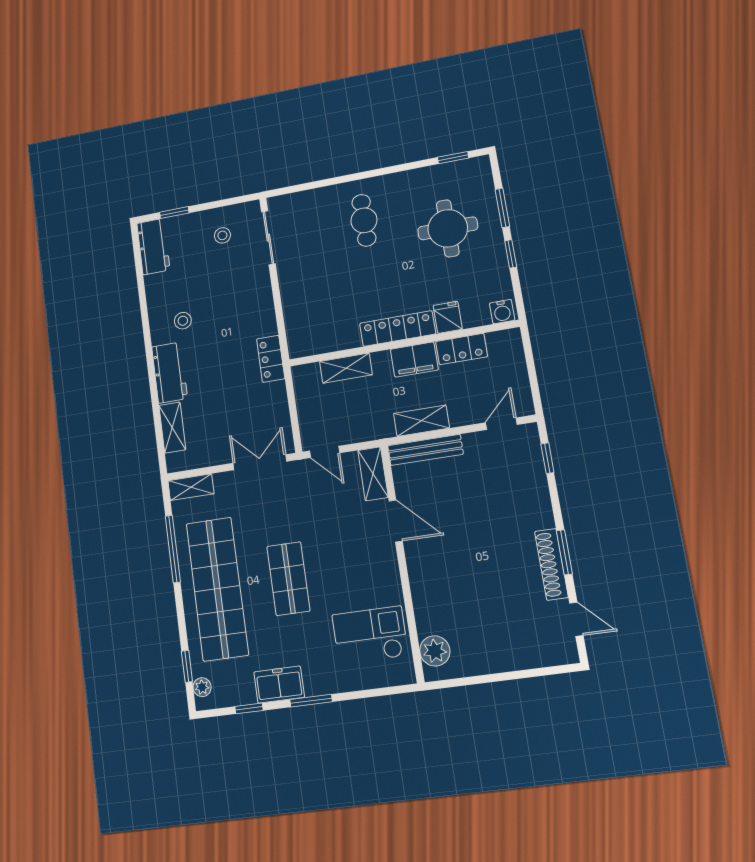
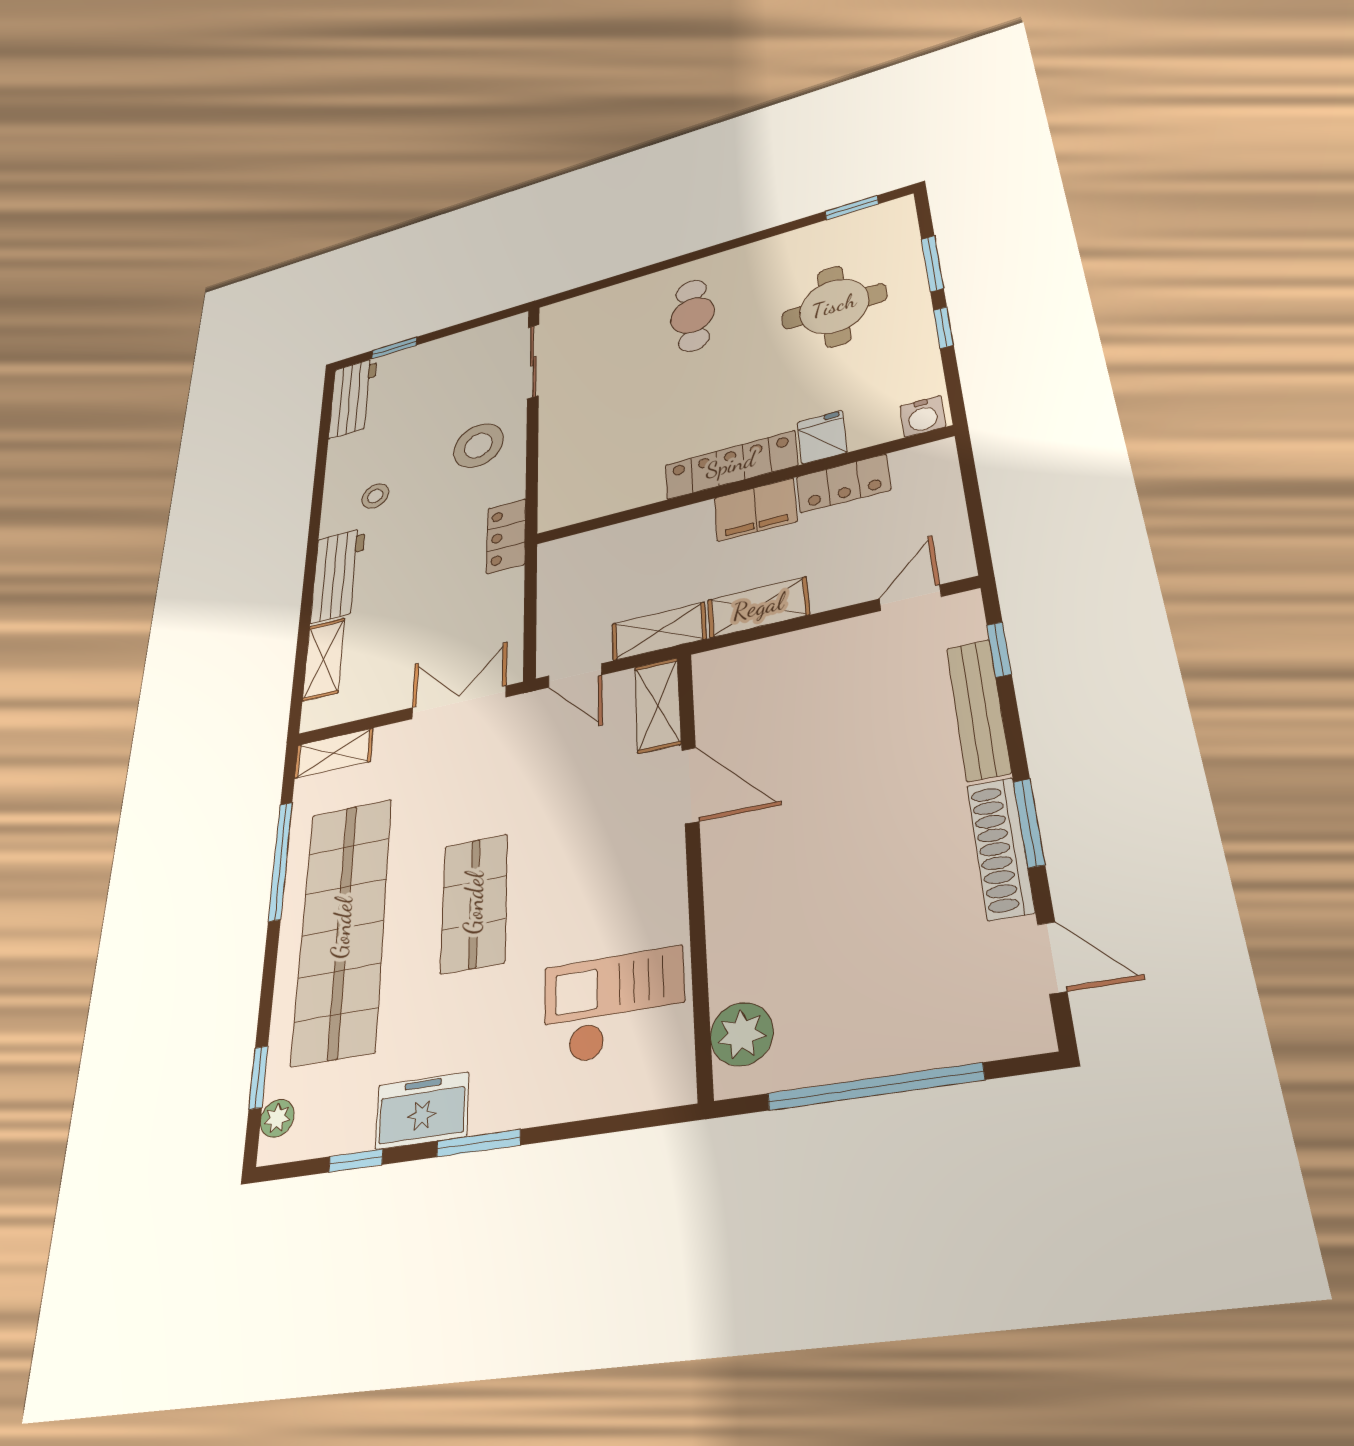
stool: (222, 235) -> (478, 446), moved, width x1.89, depth x1.89
shelving: (346, 368) -> (659, 631), moved
bench: (425, 450) -> (978, 709), moved, turned 90
window: (499, 677) -> (874, 1087), added

